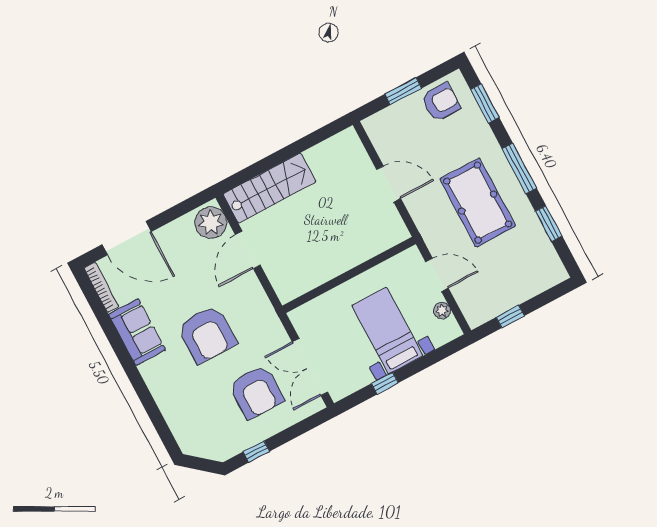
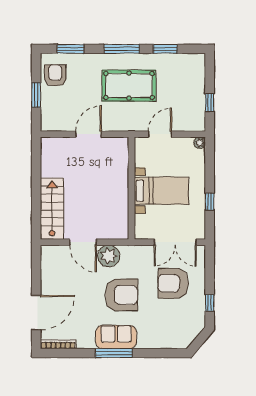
plant: (211, 223) -> (109, 256), moved
plant: (442, 311) -> (200, 143), moved
bed with nightstands: (387, 331) -> (161, 191), moved, turned 180
sofa: (137, 332) -> (116, 337), moved
window: (128, 364) -> (114, 353), added
armchair: (256, 392) -> (173, 283), turned 180

